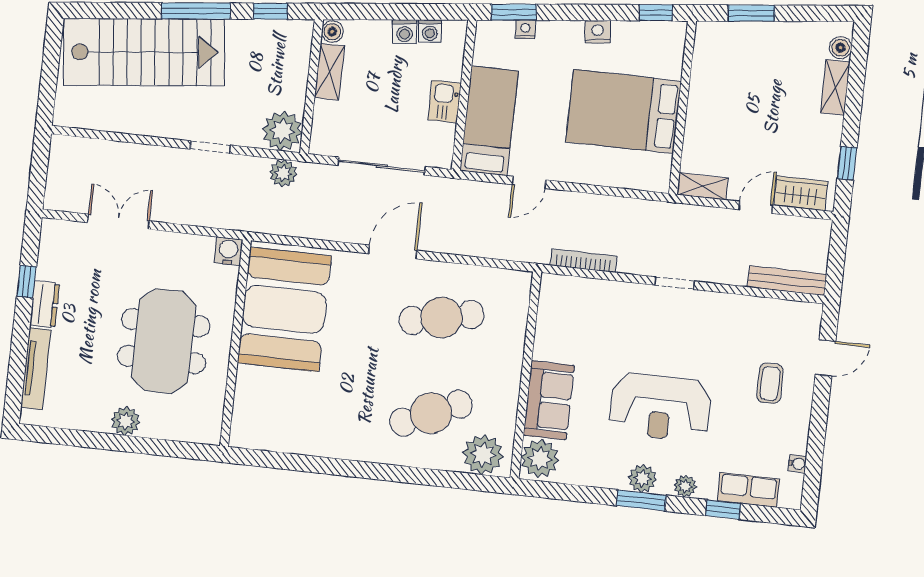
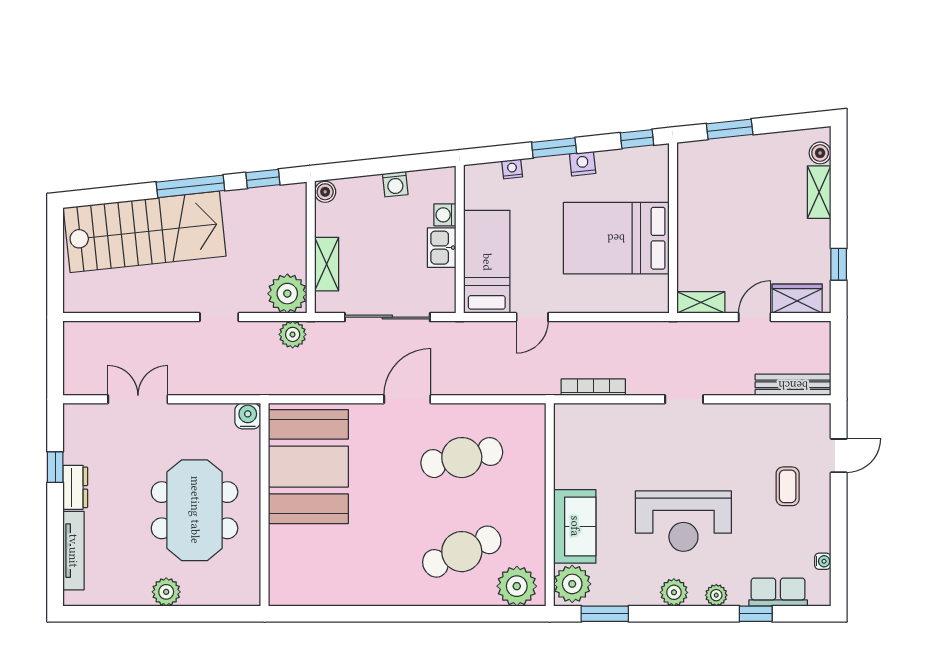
window: (514, 12) -> (554, 148), moved
washing machine: (430, 31) -> (445, 215), moved, turned 96
shelving: (329, 72) -> (327, 264), moved
window: (641, 500) -> (605, 614), moved

